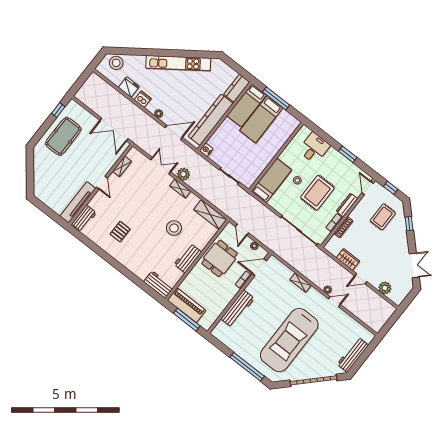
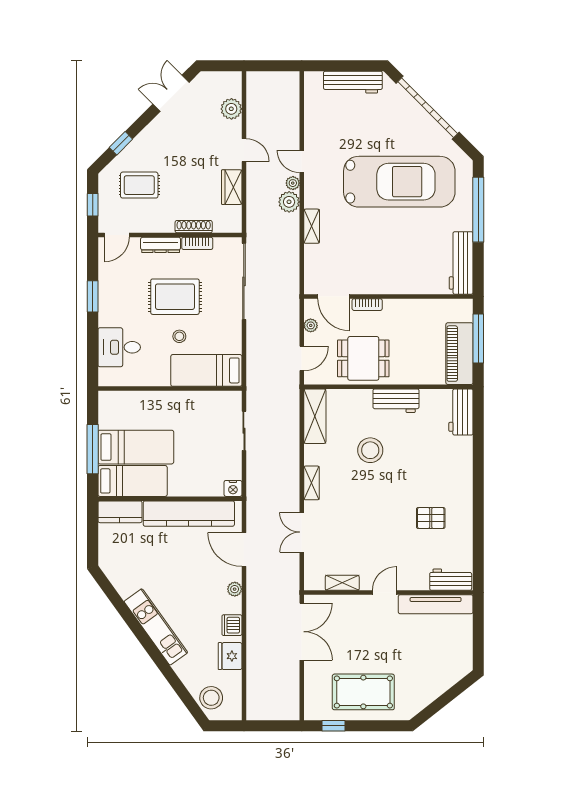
kitchen unit: (178, 63) -> (156, 627), width x0.73
plant: (183, 174) -> (289, 202), moved
workbench: (238, 309) -> (461, 263), moved, turned -90

